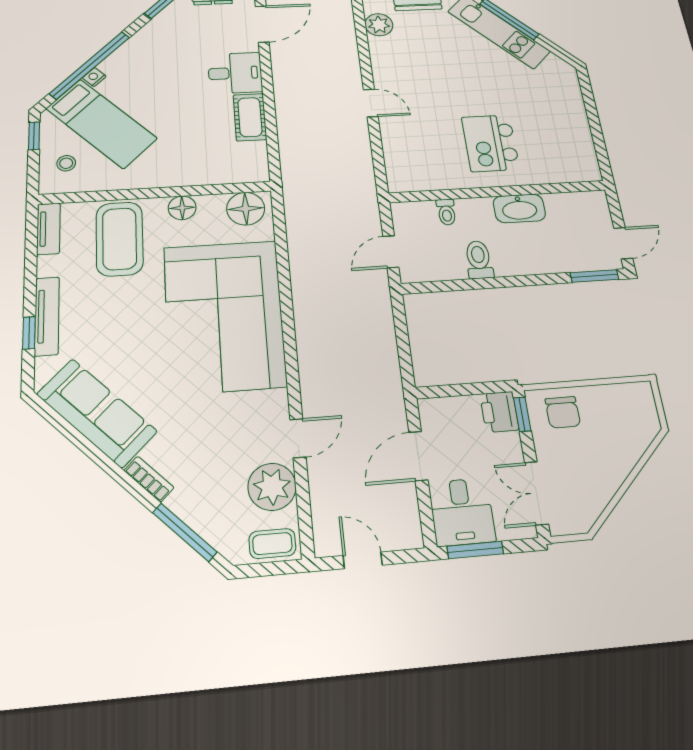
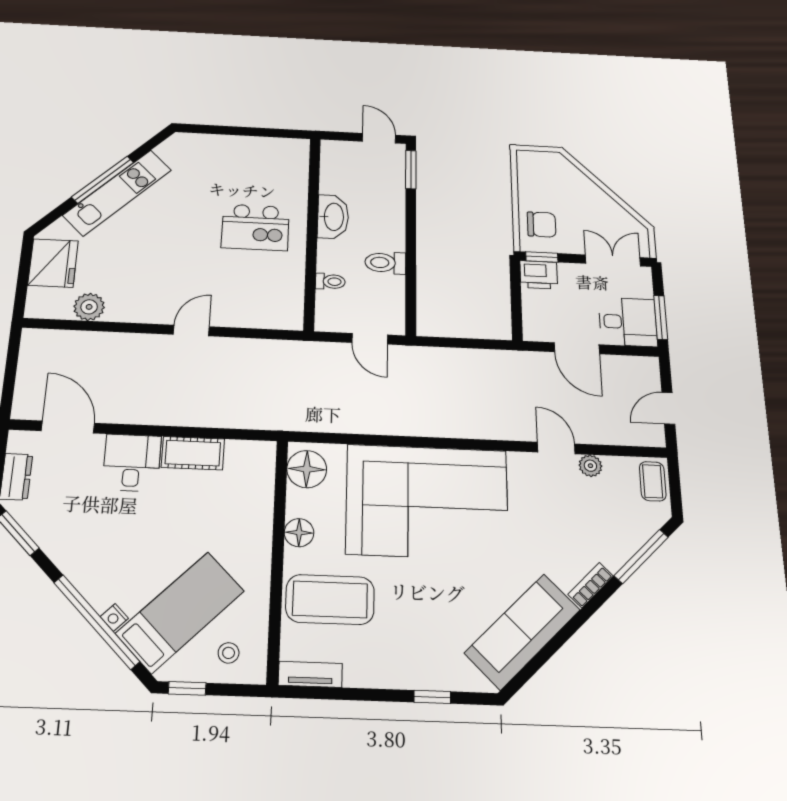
tv unit: (47, 316) -> (415, 678), removed
plant: (272, 487) -> (590, 466), width x0.53, depth x0.53
double door: (536, 493) -> (613, 260), swing flipped

